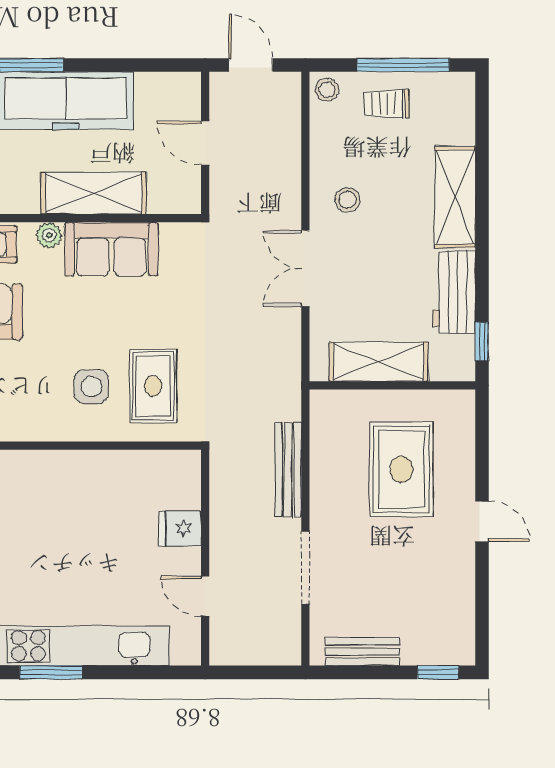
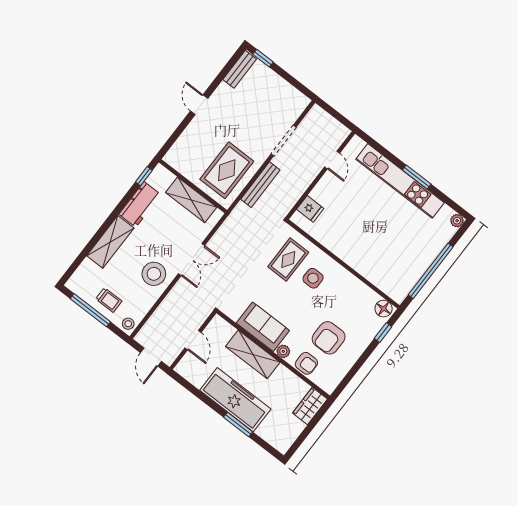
stool: (347, 200) -> (154, 274), width x1.89, depth x1.89
rug: (401, 469) -> (227, 170), moved
fridge: (180, 528) -> (310, 209), moved
bench: (363, 652) -> (240, 69), moved, turned 90

